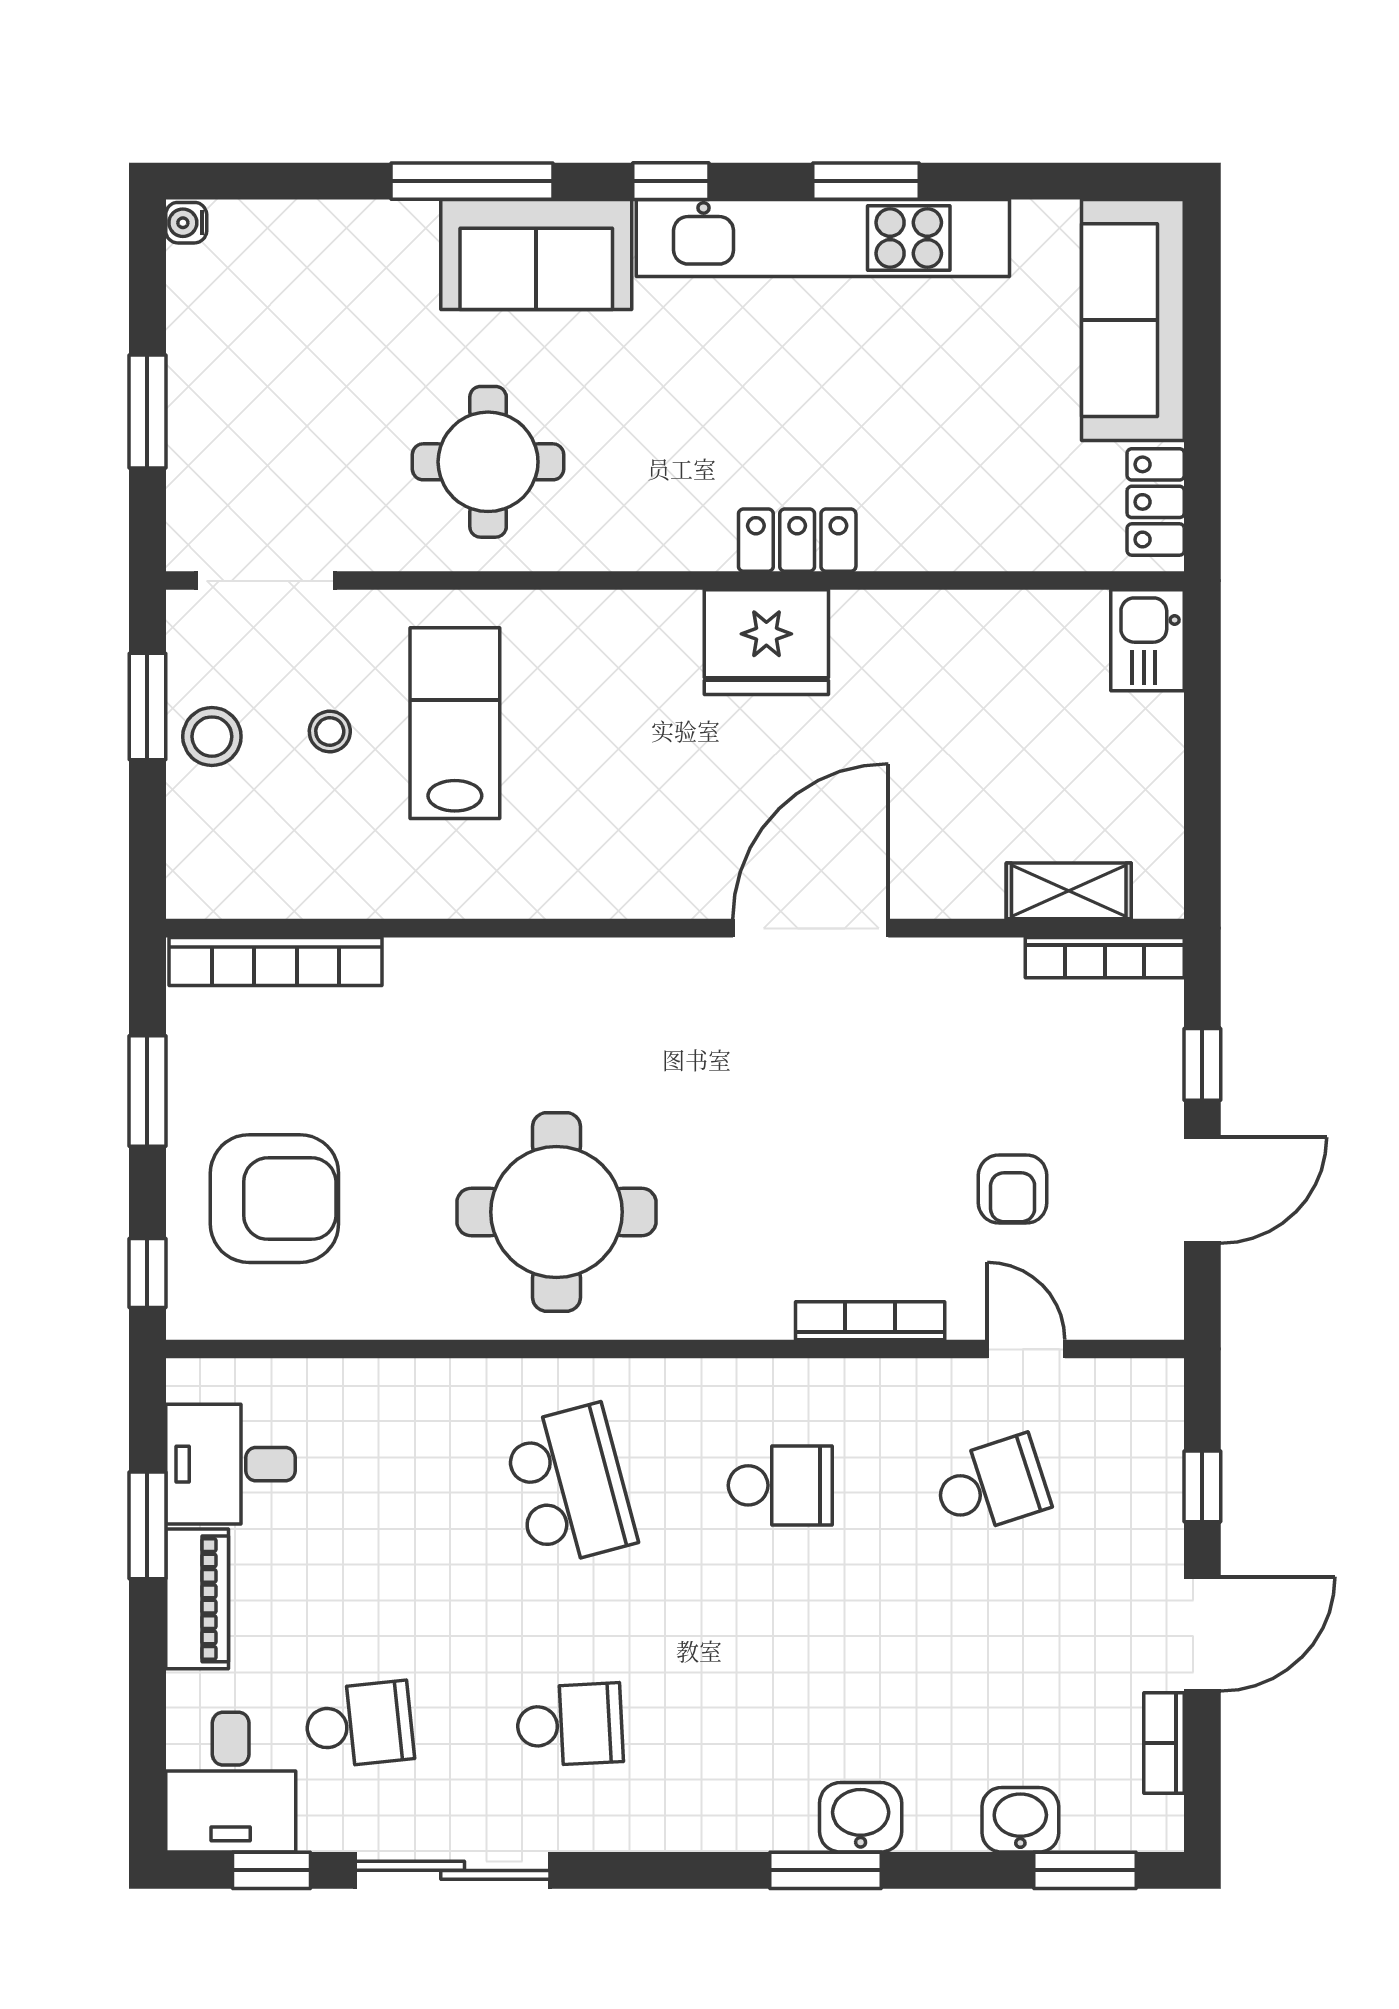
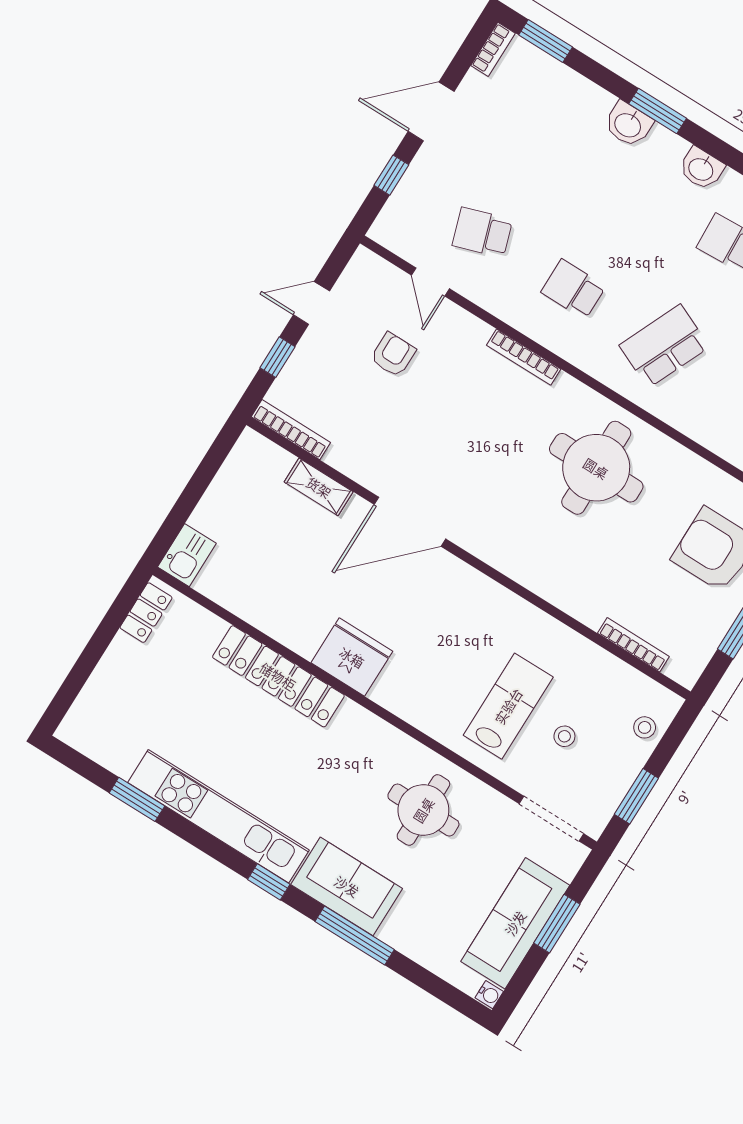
window: (866, 181) -> (137, 799), moved
sofa: (1133, 320) -> (515, 923), moved, turned 180
locker: (797, 540) -> (278, 676), width x2.16, depth x1.21
lab bench: (455, 723) -> (508, 706), turned 180
stool: (212, 737) -> (645, 727), moved, width x0.73, depth x0.73
shelving: (1069, 891) -> (319, 487), moved
bookcase: (276, 961) -> (633, 645), width x0.68, depth x0.76
door: (1202, 1190) -> (311, 303), width x0.73
bookcase: (870, 1321) -> (524, 357), moved
school desk: (570, 1485) -> (664, 346), turned 39
bookcase: (1164, 1743) -> (493, 49), moved
washbasin: (1020, 1820) -> (701, 169), moved

